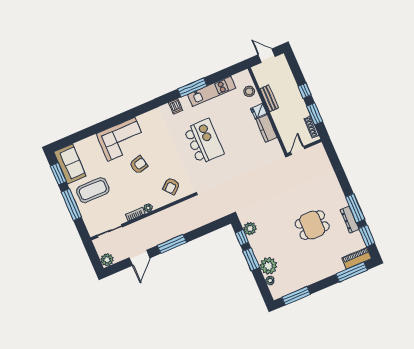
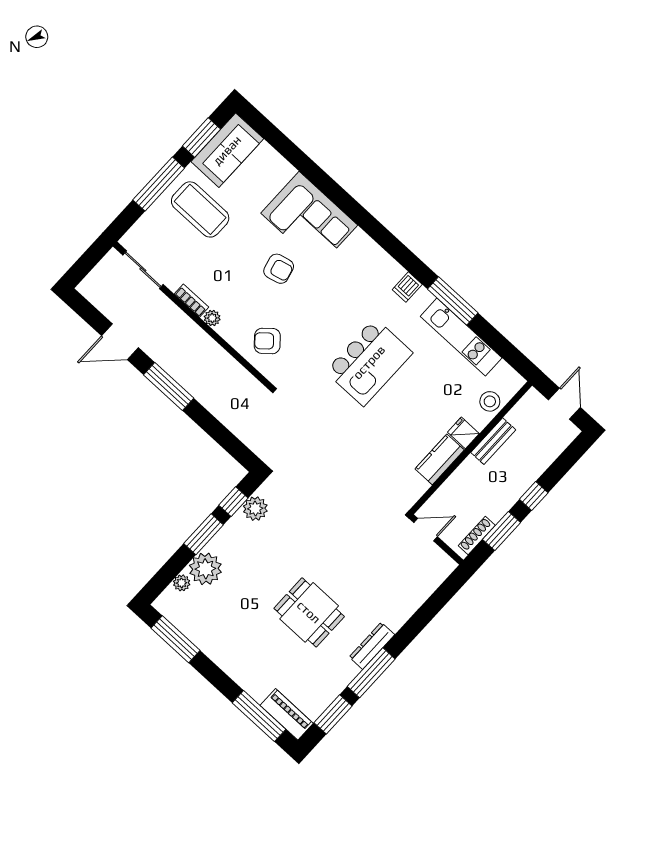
dresser: (350, 220) -> (372, 646), moved
plant: (107, 260) -> (91, 288), removed

